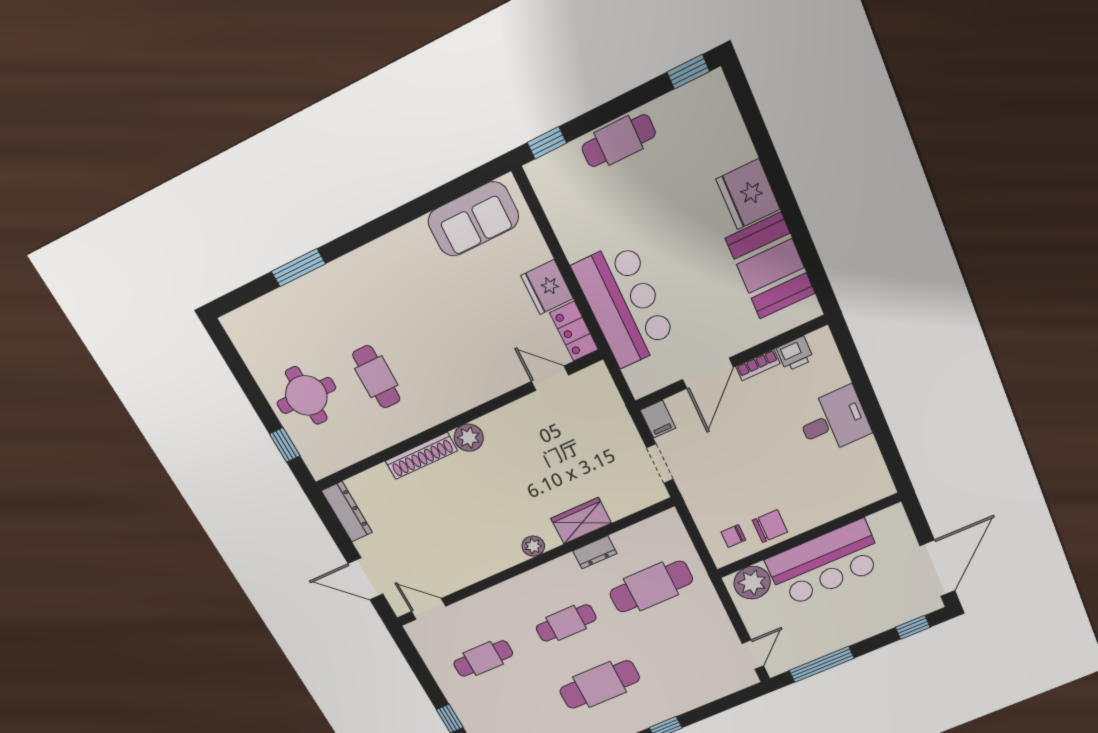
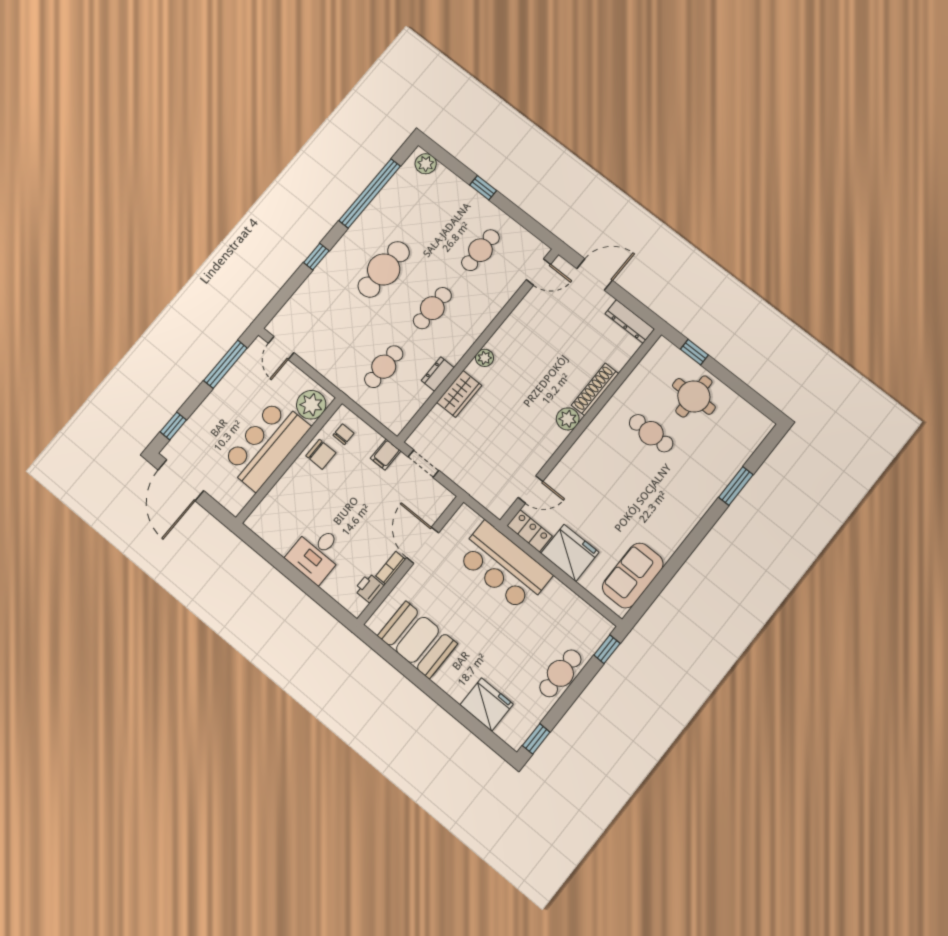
fridge: (748, 194) -> (487, 704), moved
fridge: (547, 287) -> (570, 553), width x1.36, depth x1.34
filing cabinet: (658, 419) -> (386, 455), moved, turned -90
chair: (770, 526) -> (321, 454), turned -90
cafe table: (651, 587) -> (384, 367), width x0.73, depth x0.74

